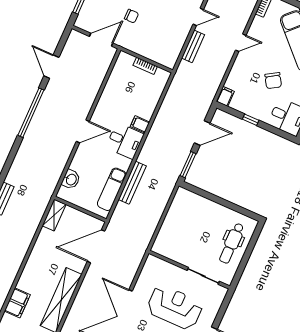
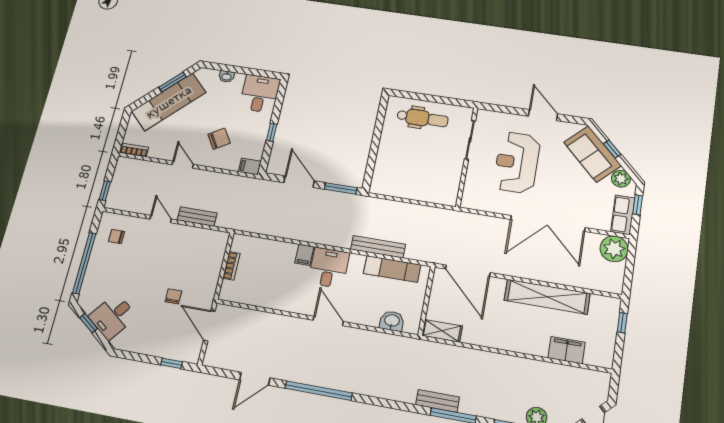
chair: (273, 81) -> (219, 139), moved

